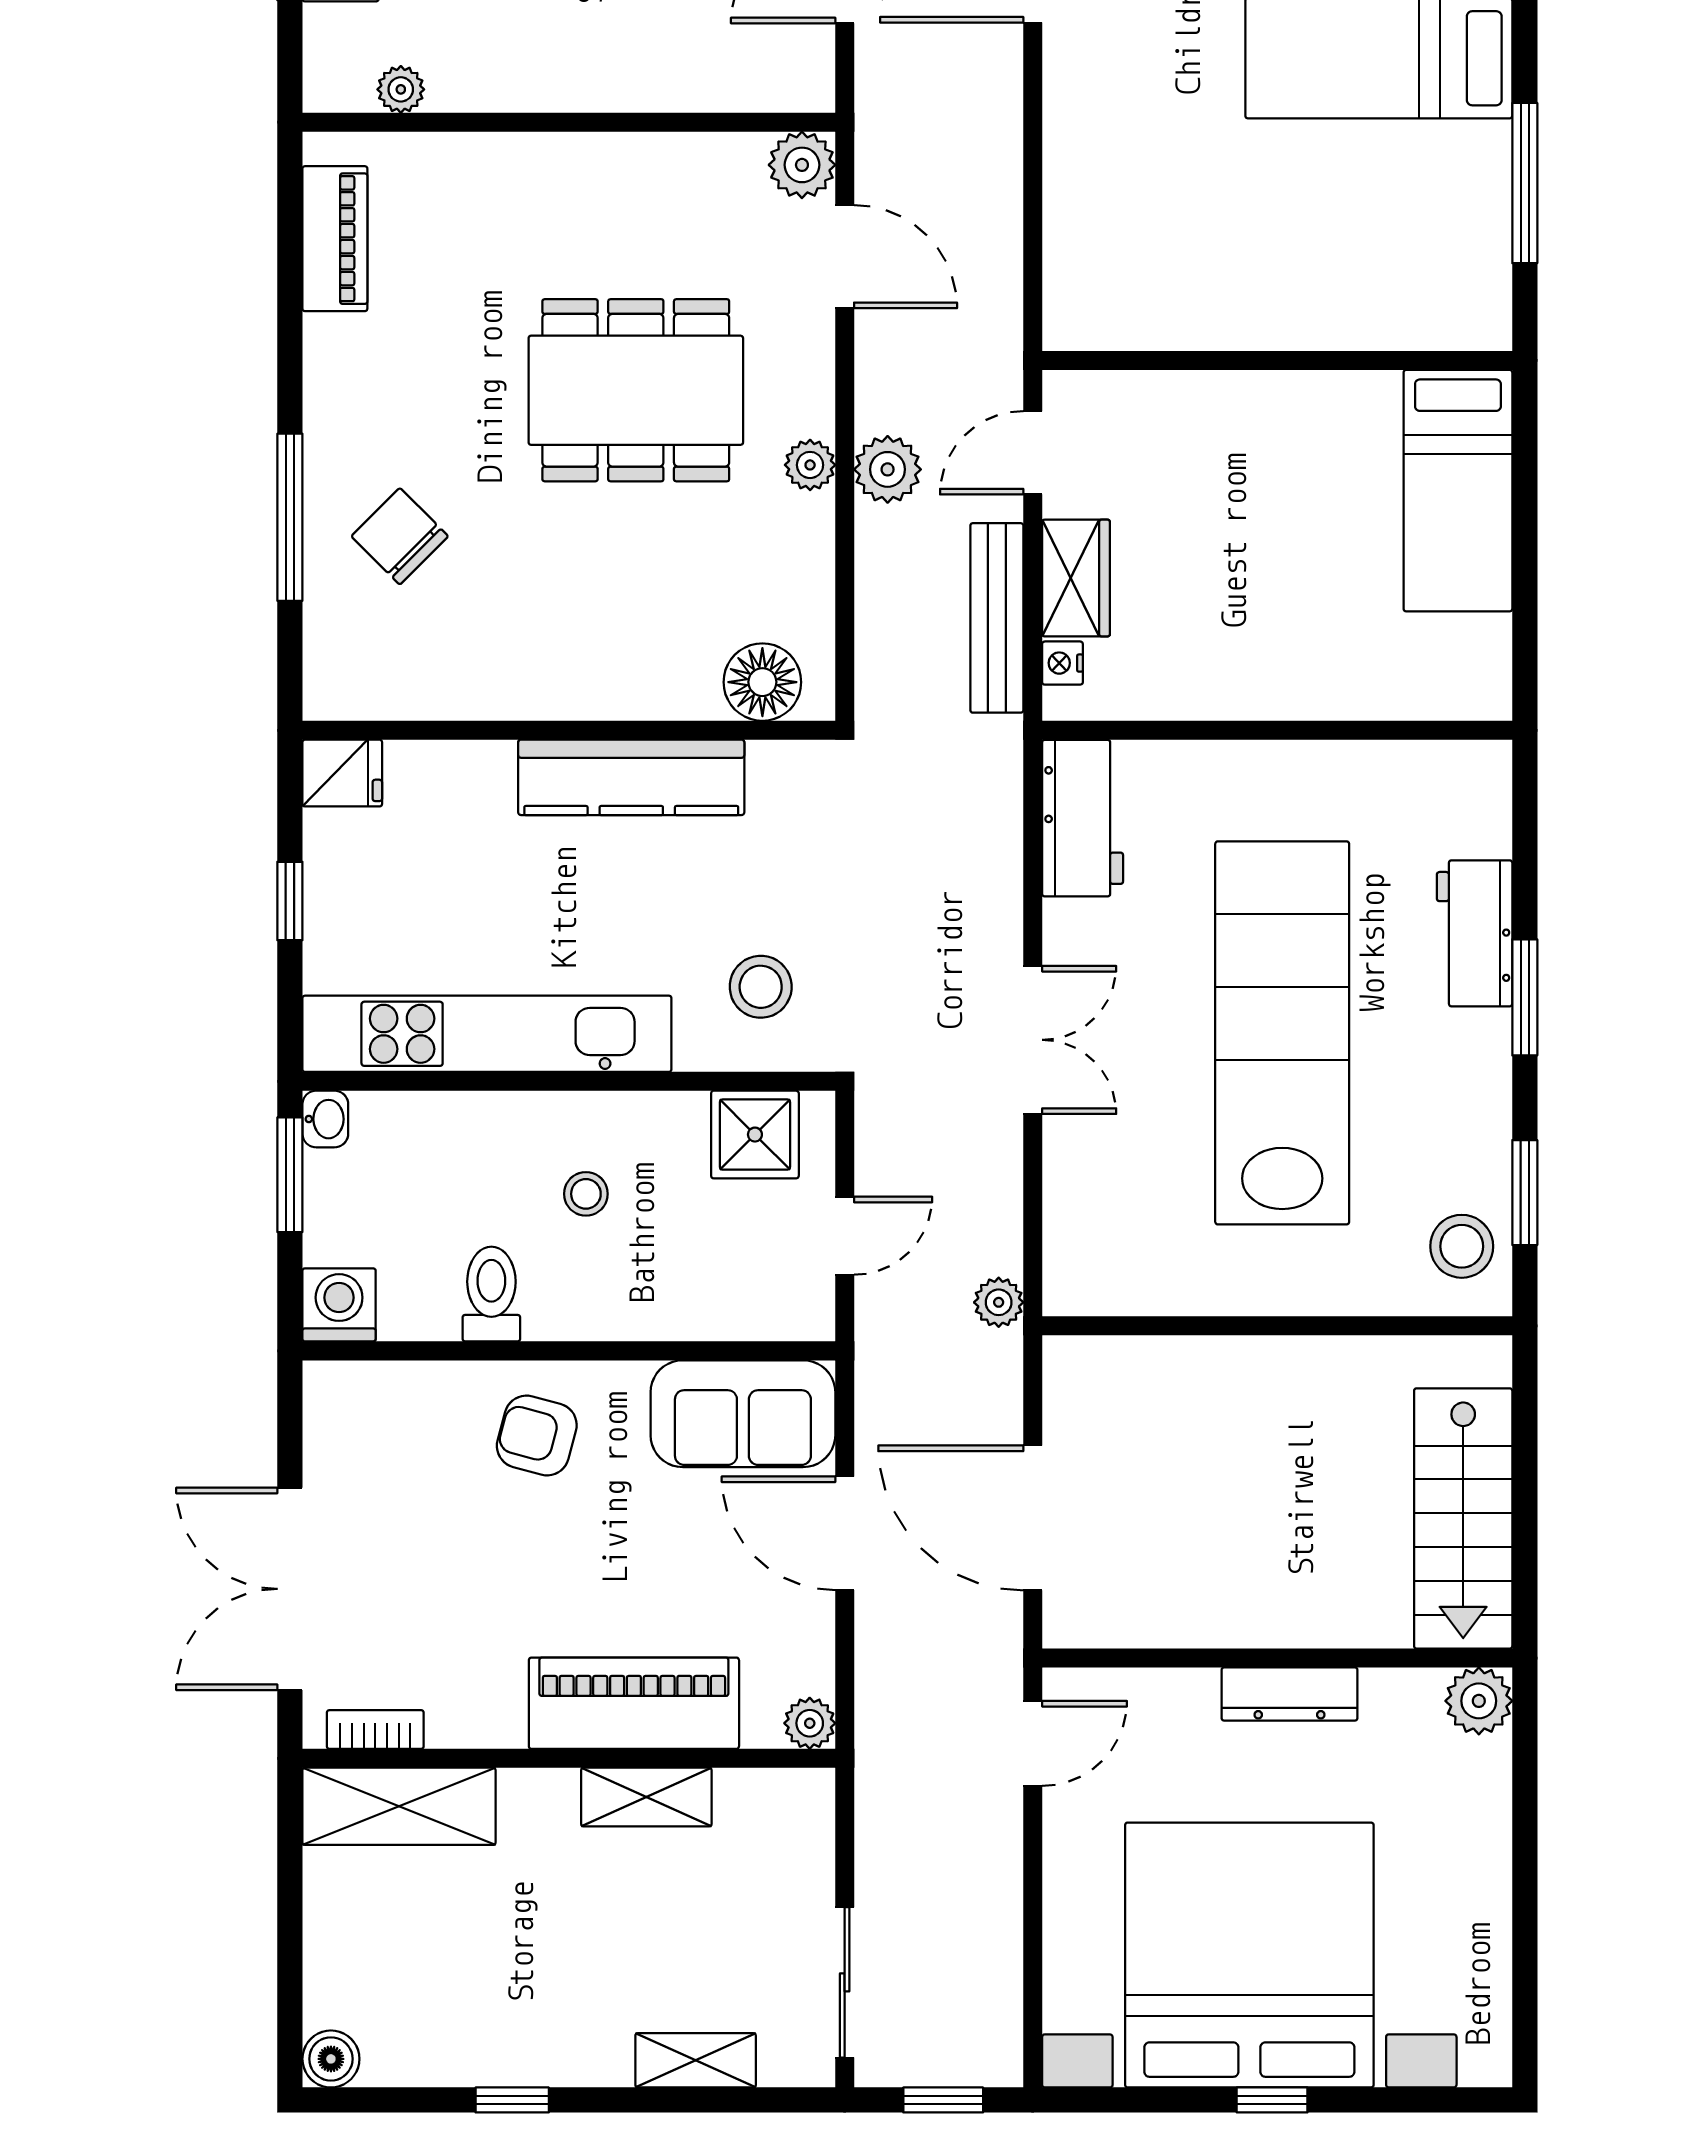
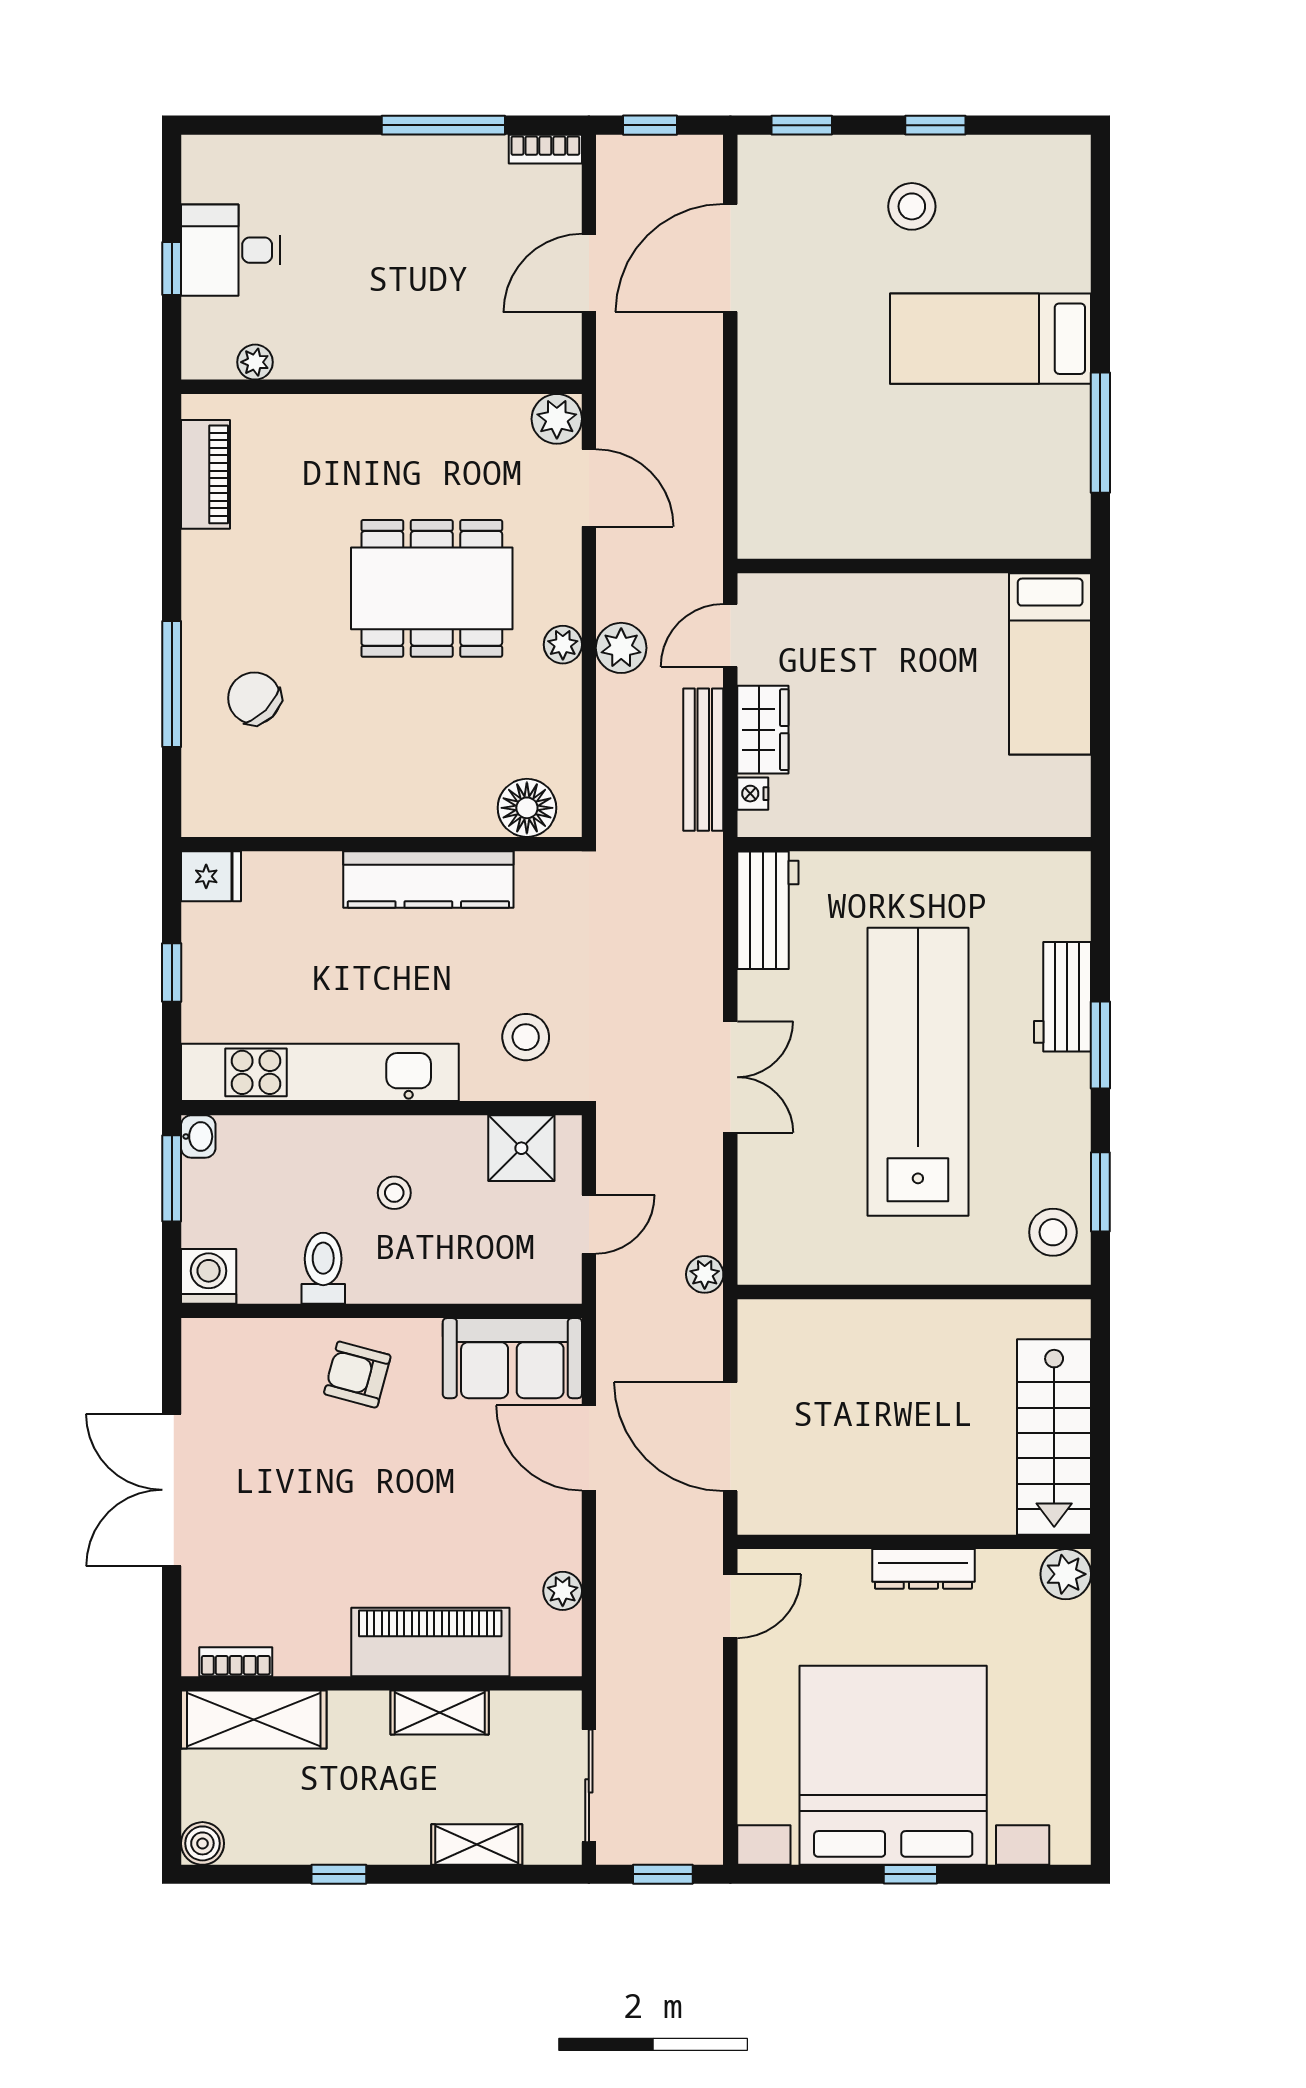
piano: (634, 1703) -> (430, 1642), moved
bookcase: (375, 1730) -> (236, 1662), moved
wall: (569, 1758) -> (381, 1683), moved
shelving: (646, 1797) -> (440, 1712), moved
shelving: (399, 1806) -> (254, 1719), moved

